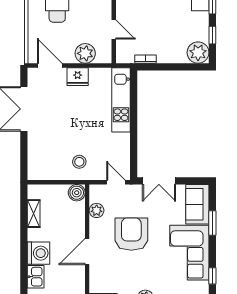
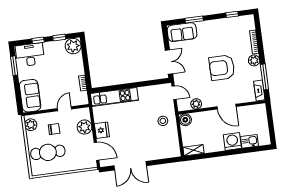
chair: (88, 11) -> (54, 129), added
door: (50, 65) -> (97, 151), swing flipped
door: (116, 182) -> (174, 93), swing flipped
shelving: (34, 214) -> (193, 150), moved
armchair: (131, 234) -> (222, 68), moved
corner sofa: (189, 253) -> (218, 33), removed

